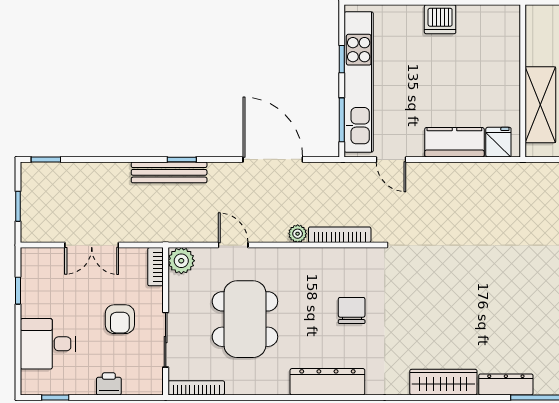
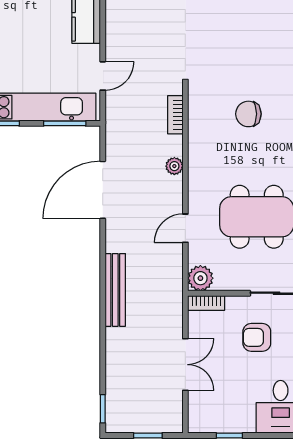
window: (182, 159) -> (103, 278), removed
bookcase: (340, 235) -> (175, 115), width x0.64
armchair: (120, 319) -> (257, 337), turned 180

